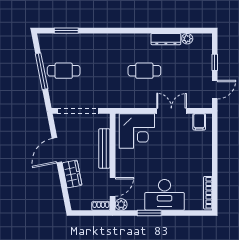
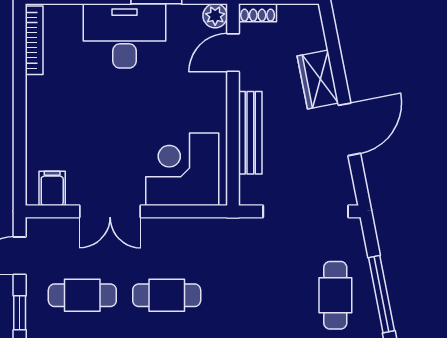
cafe table: (64, 71) -> (335, 295), turned 90
cafe table: (185, 71) -> (82, 295), added

